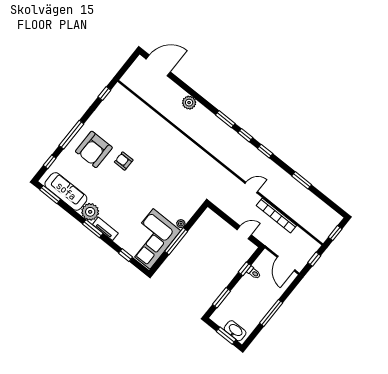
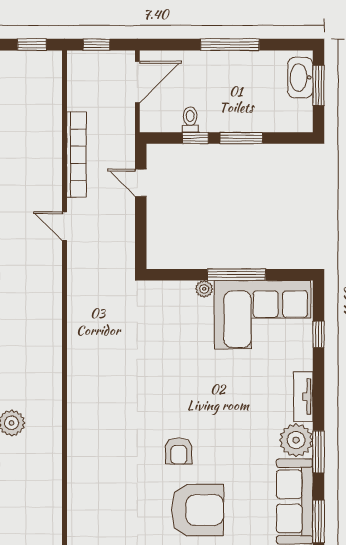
window: (93, 229) -> (318, 452), moved
window: (222, 298) -> (241, 138), moved

